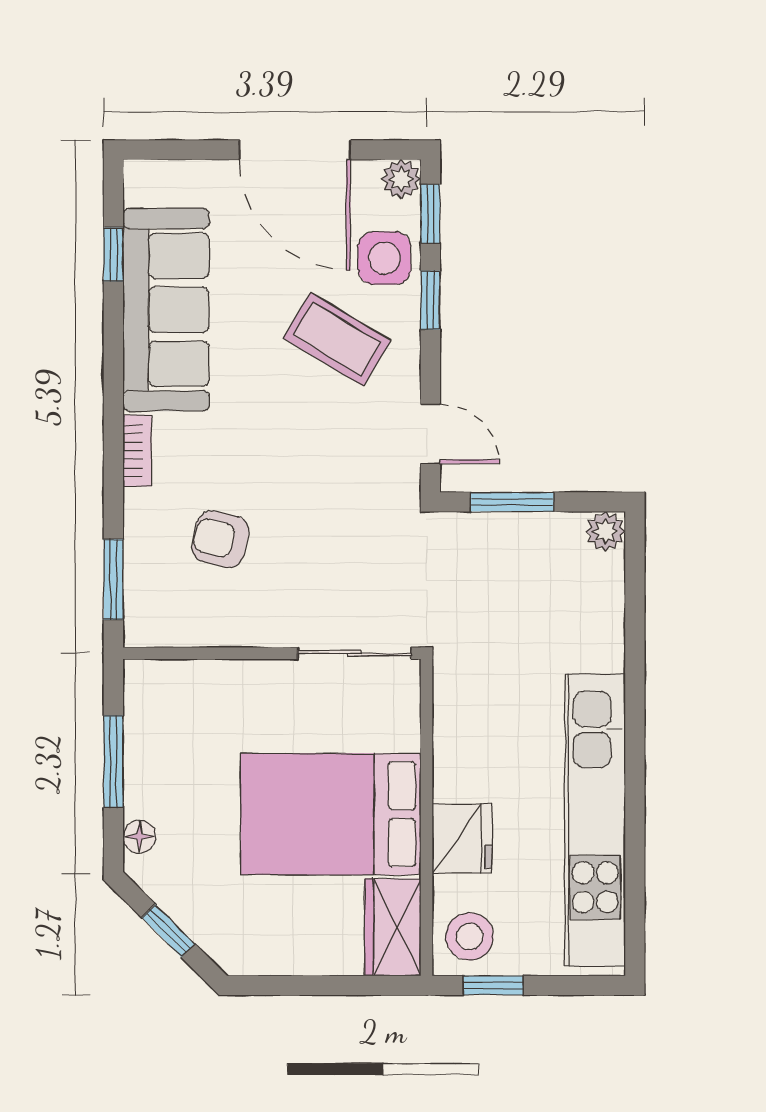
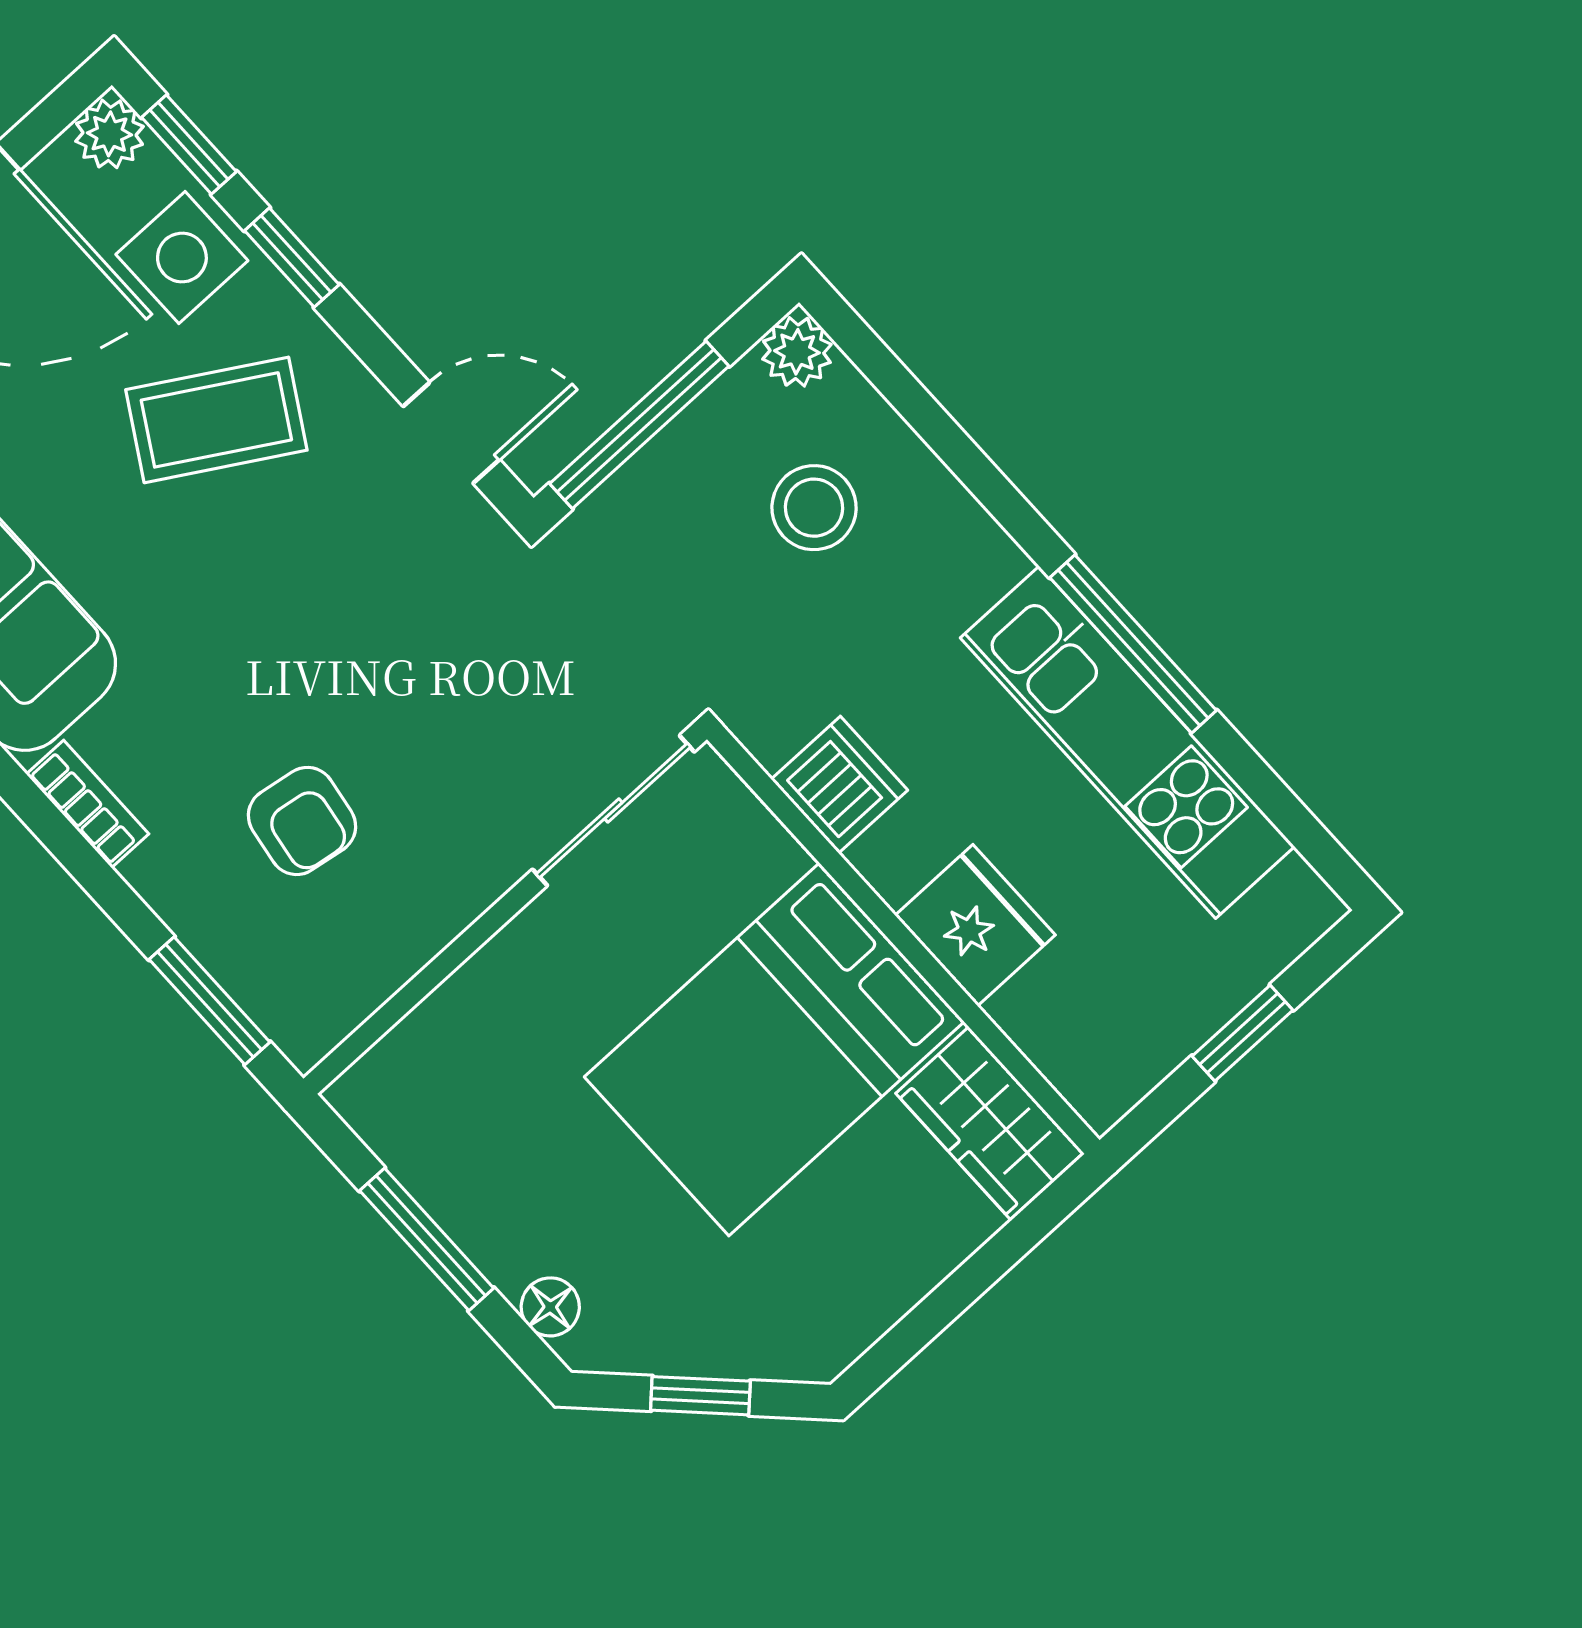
window: (512, 502) -> (639, 425), width x1.44
armchair: (220, 539) -> (302, 821), turned -94
dishwasher: (459, 728) -> (839, 785), added
window: (635, 781) -> (1133, 644), added
kitchen unit: (595, 820) -> (1127, 742), width x0.73
stool: (470, 937) -> (814, 508), moved
window: (493, 985) -> (1242, 1033), moved

